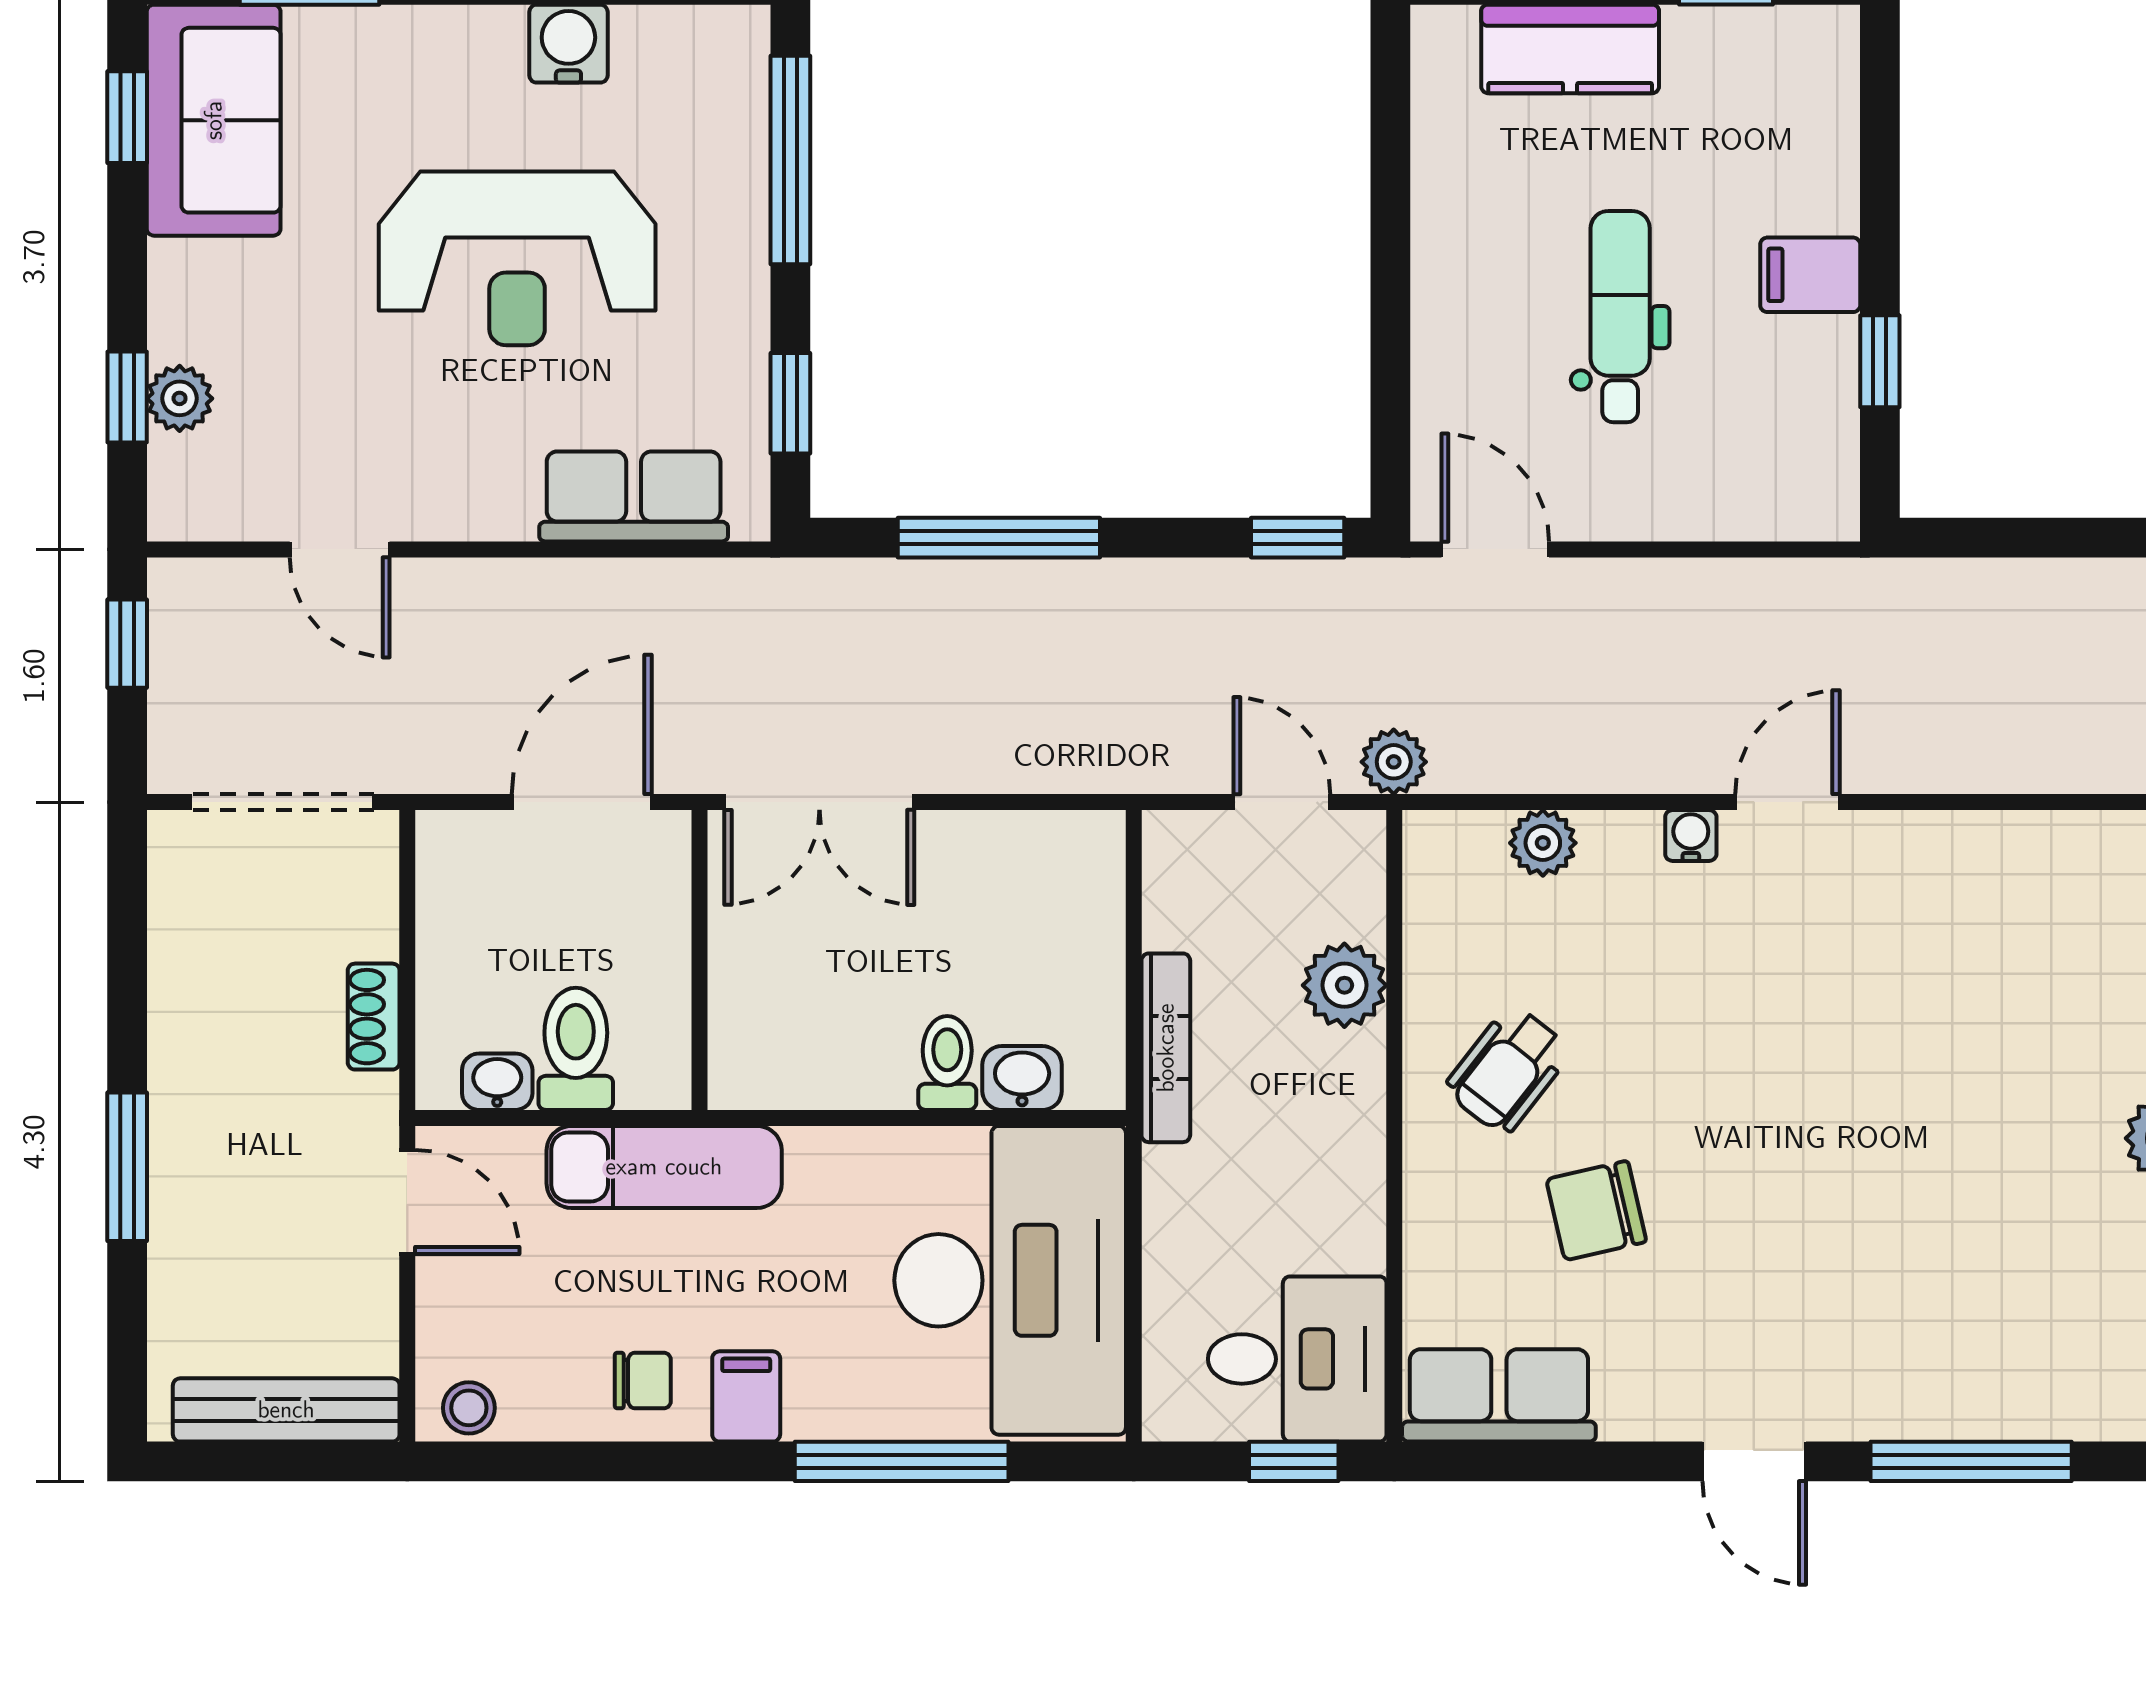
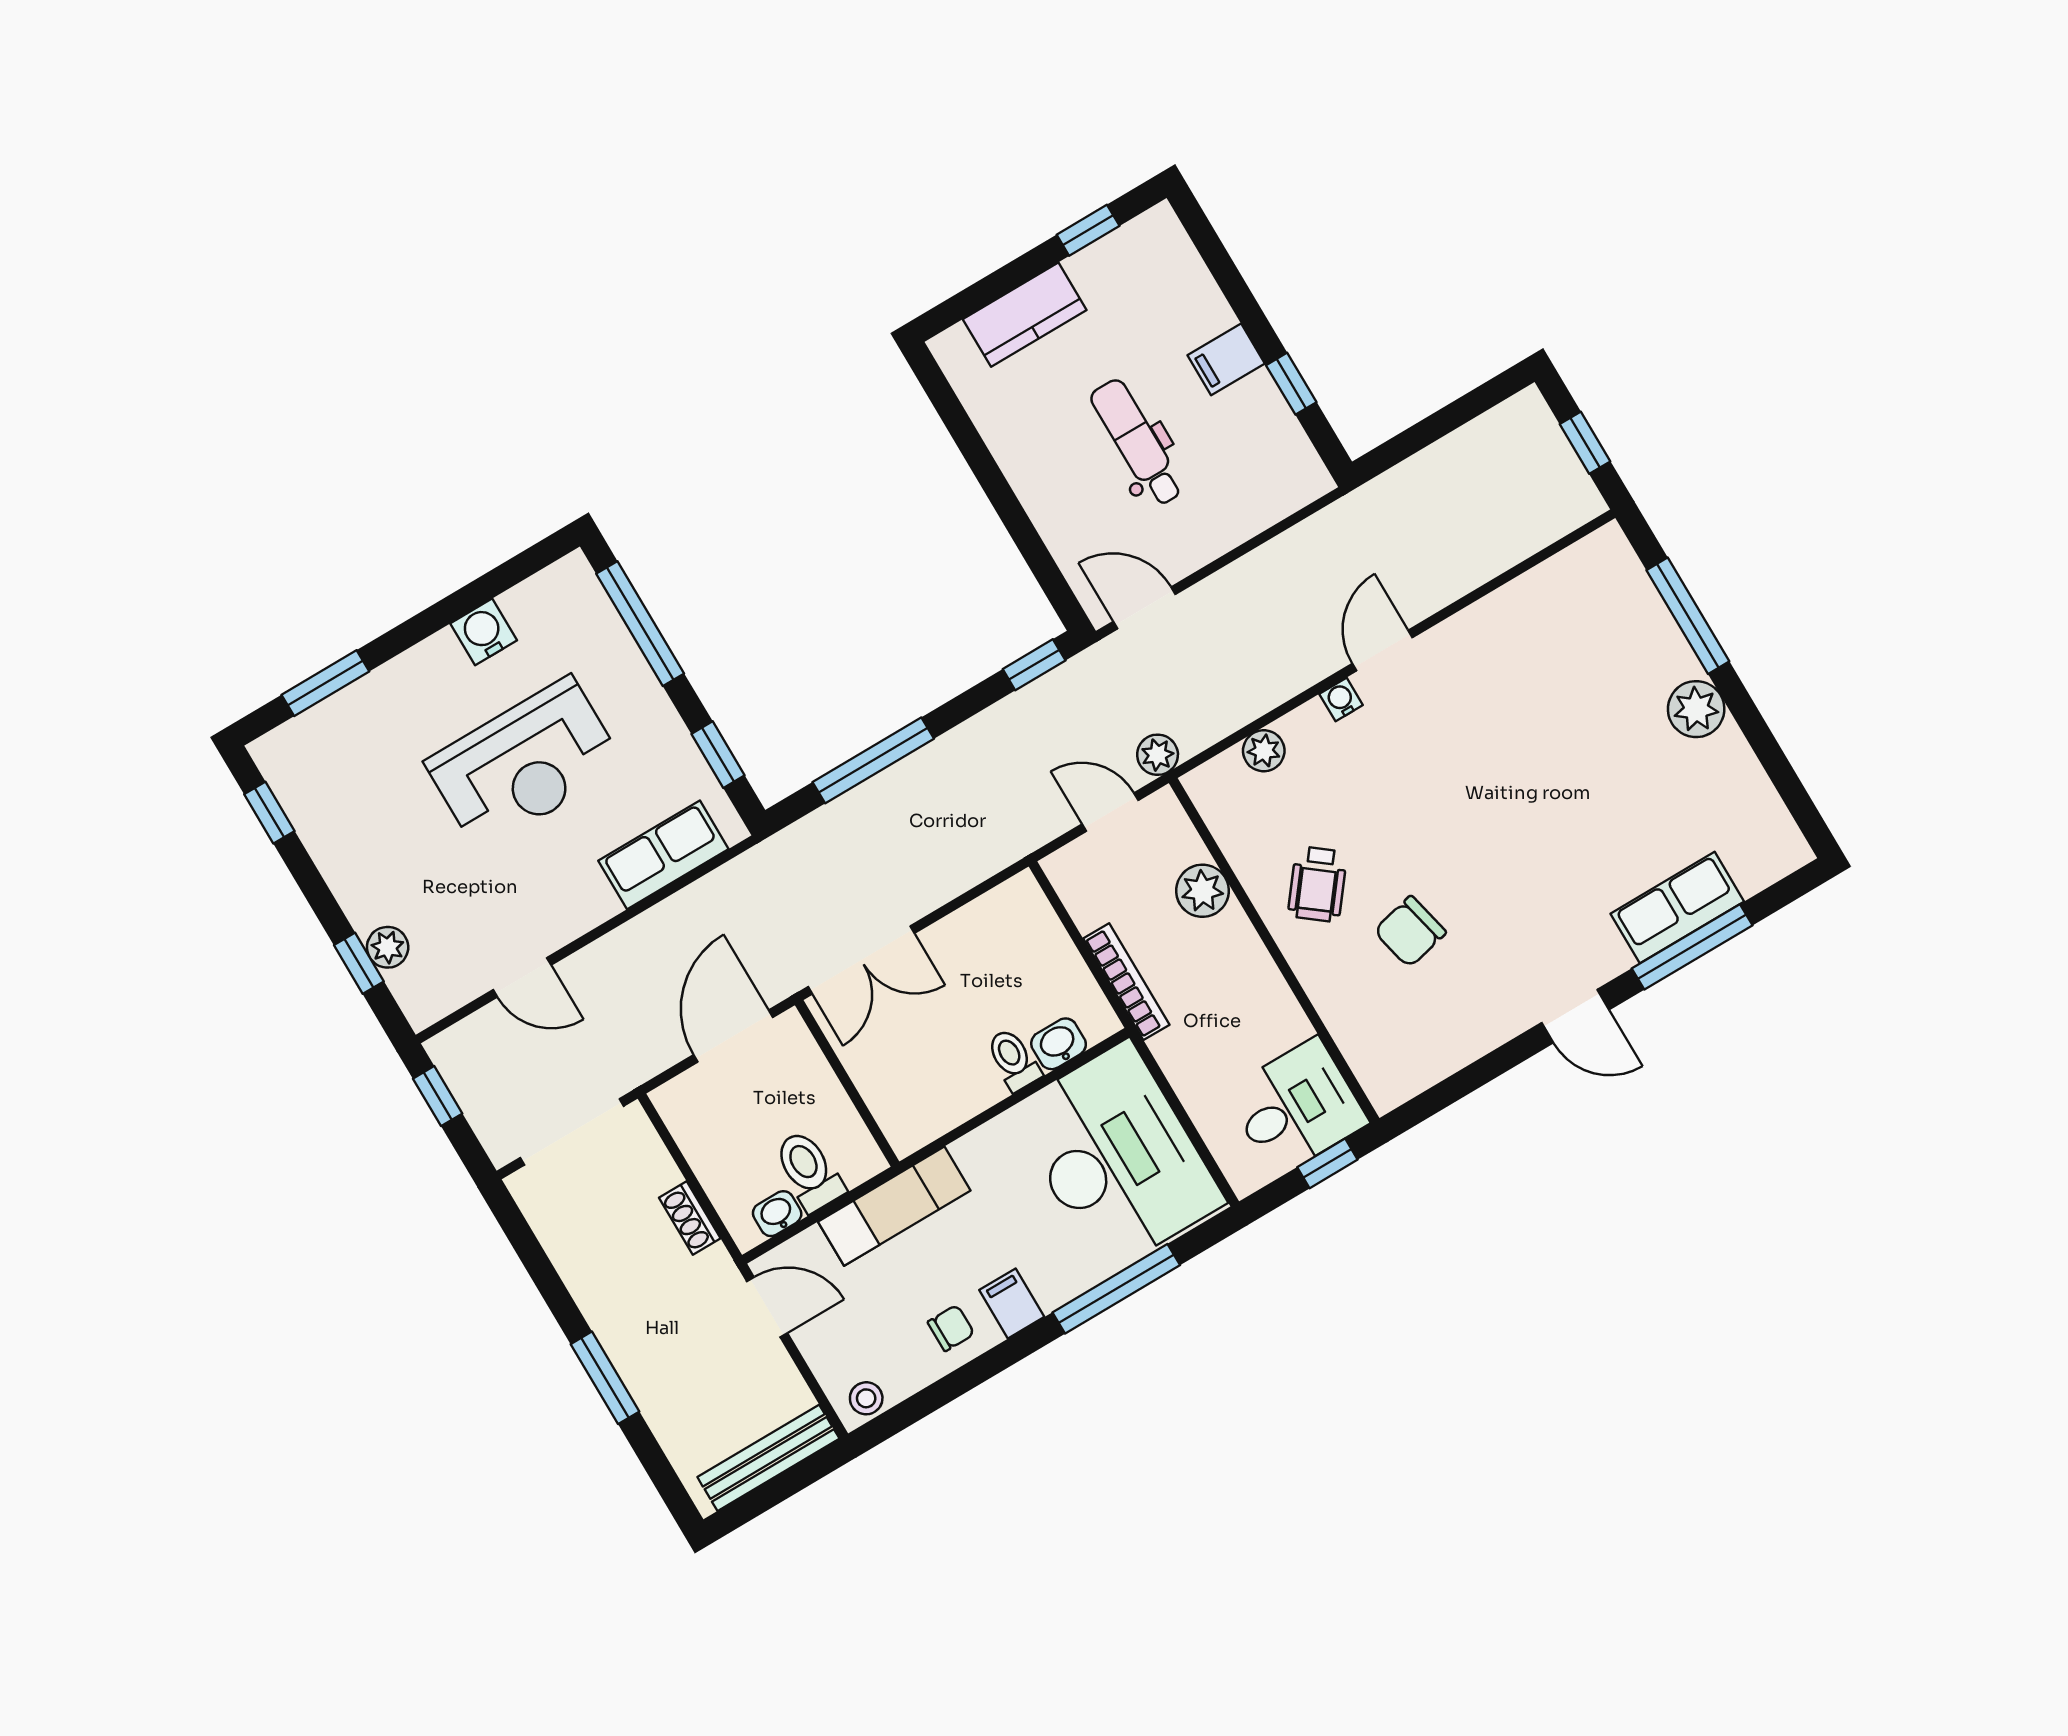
sofa: (214, 120) -> (317, 787), removed
row of seats: (1499, 1395) -> (1677, 908), moved

